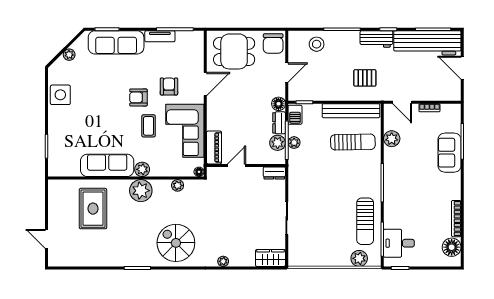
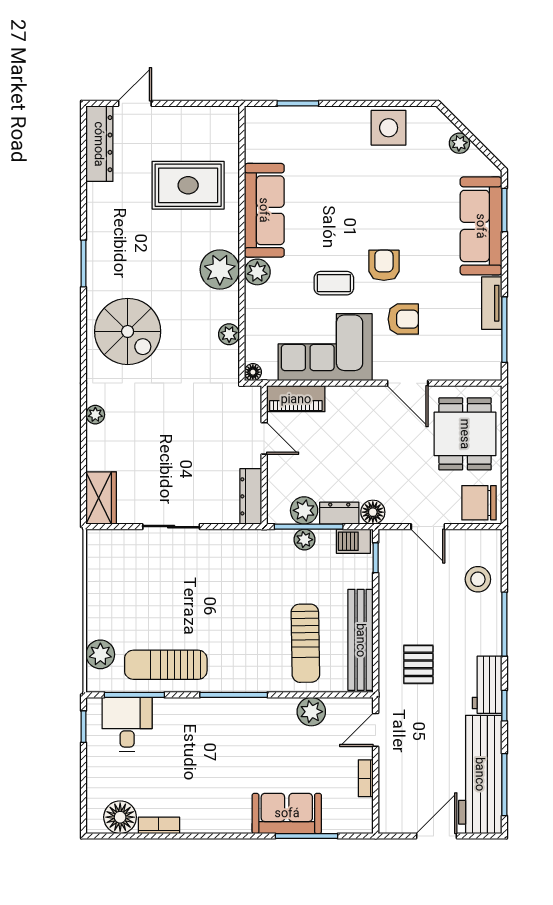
dresser: (274, 173) -> (251, 496), width x1.44
bookcase: (456, 219) -> (159, 825), width x0.64
spiral stairs: (176, 243) -> (128, 331), turned 90
dresser: (69, 259) -> (99, 144), added

